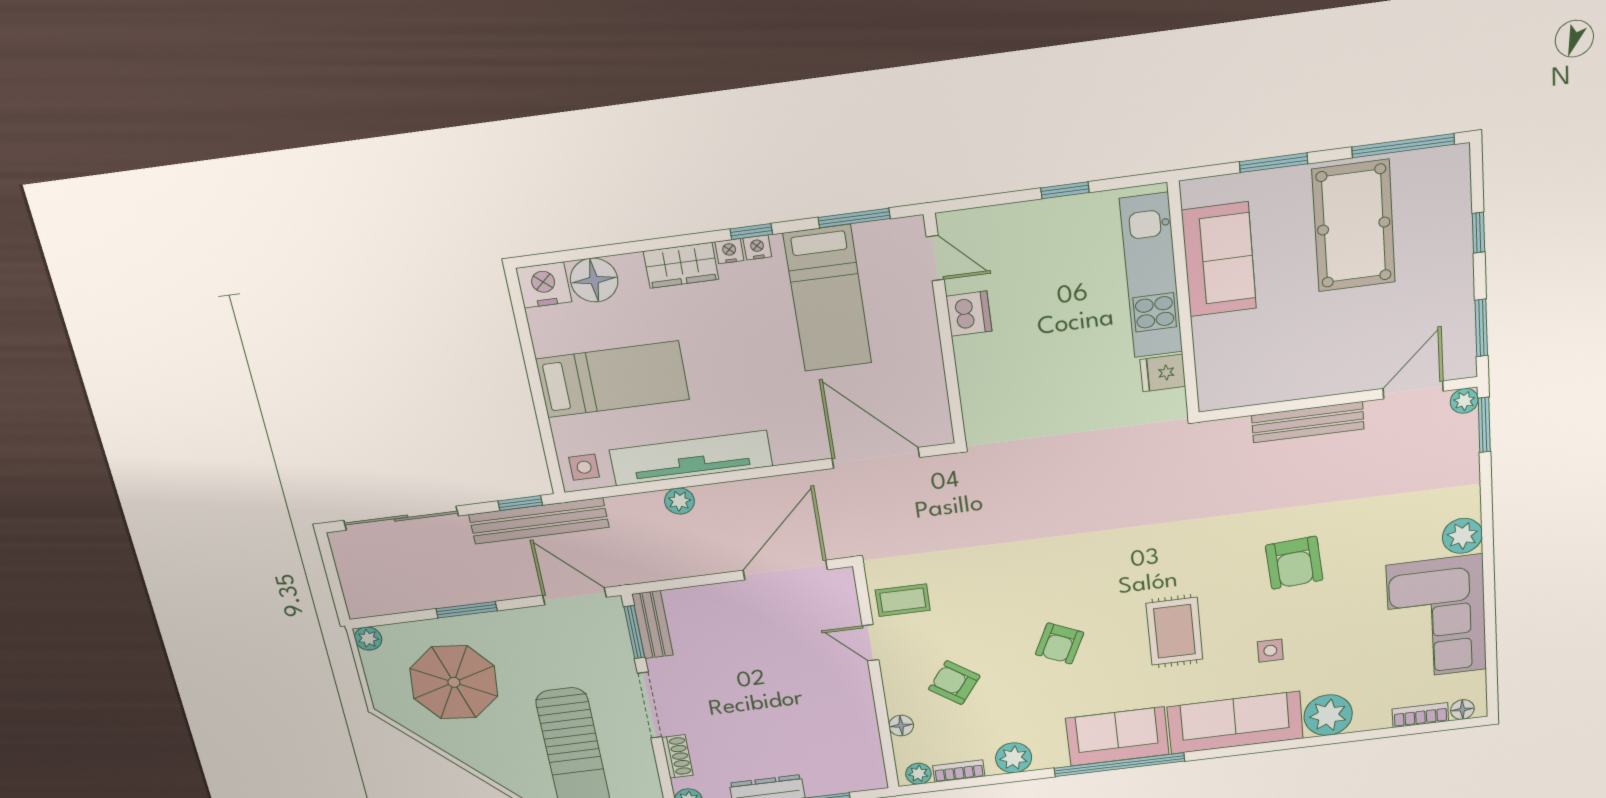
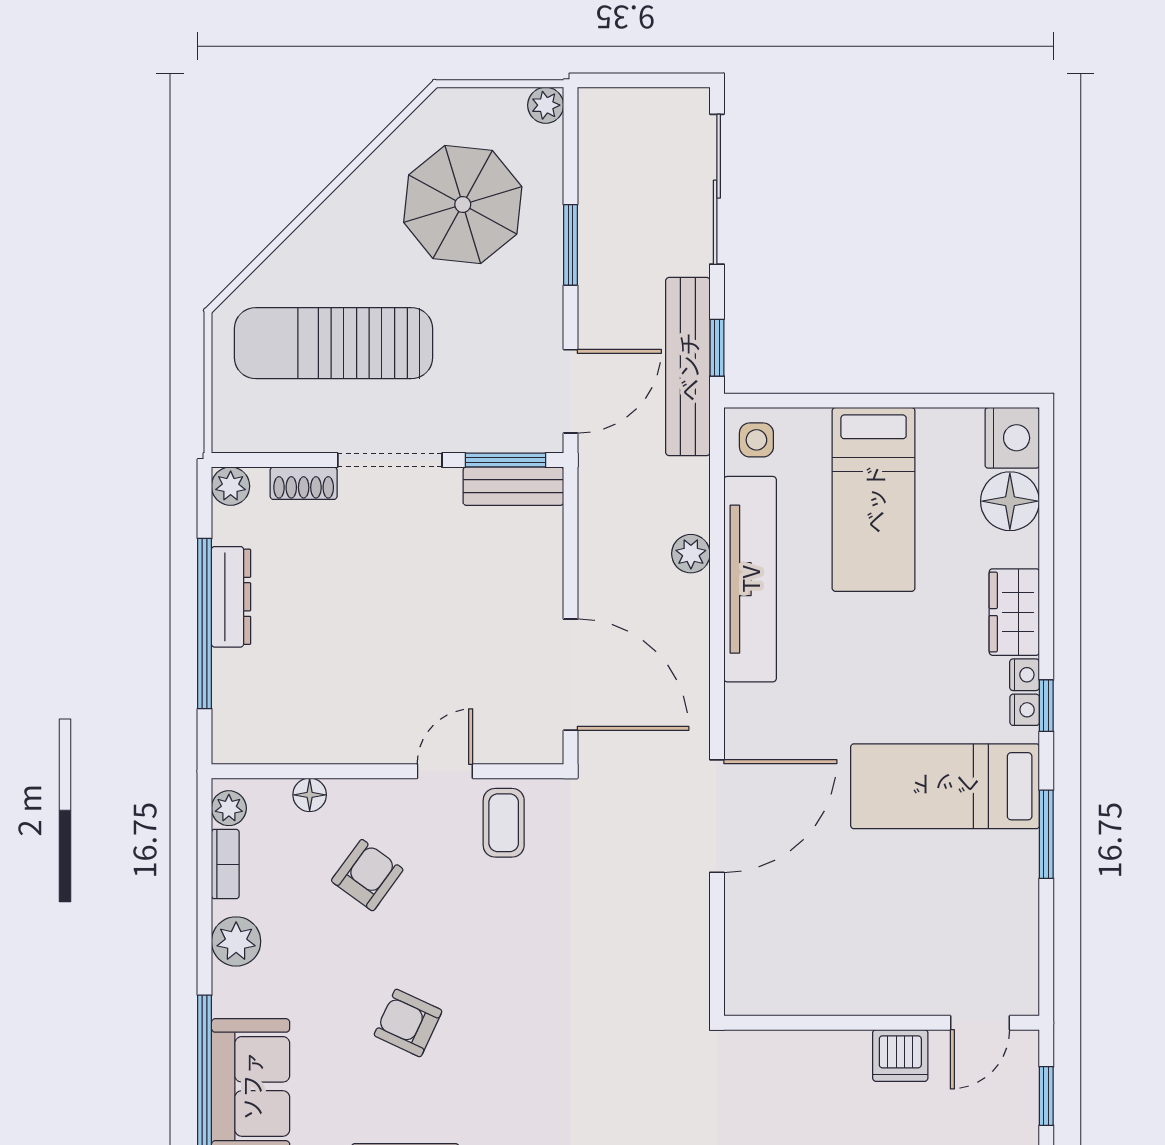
door: (935, 258) -> (980, 1023), moved
dishwasher: (969, 314) -> (900, 1055), moved
wall: (945, 331) -> (882, 1023), moved

